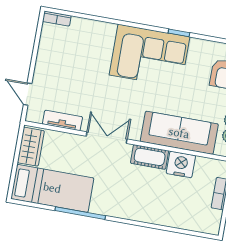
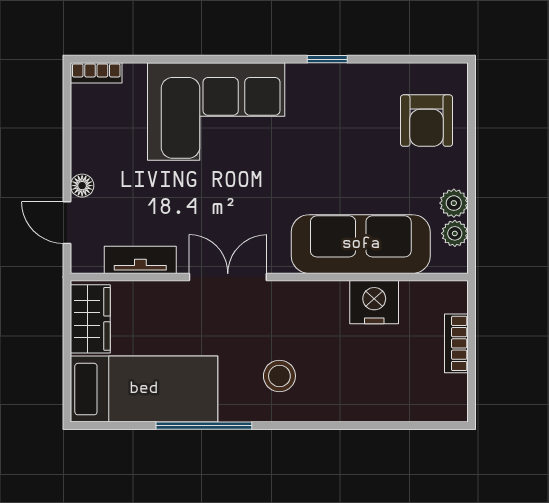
corner sofa: (150, 56) -> (216, 112), moved
floor lamp: (39, 76) -> (82, 186), added
cot: (150, 157) -> (314, 299), removed
stool: (124, 194) -> (279, 376), added

